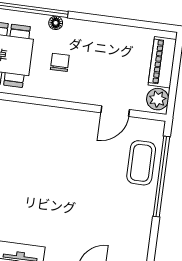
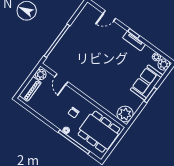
door: (115, 111) -> (61, 79), swing flipped
coffee table: (141, 163) -> (62, 51), removed

